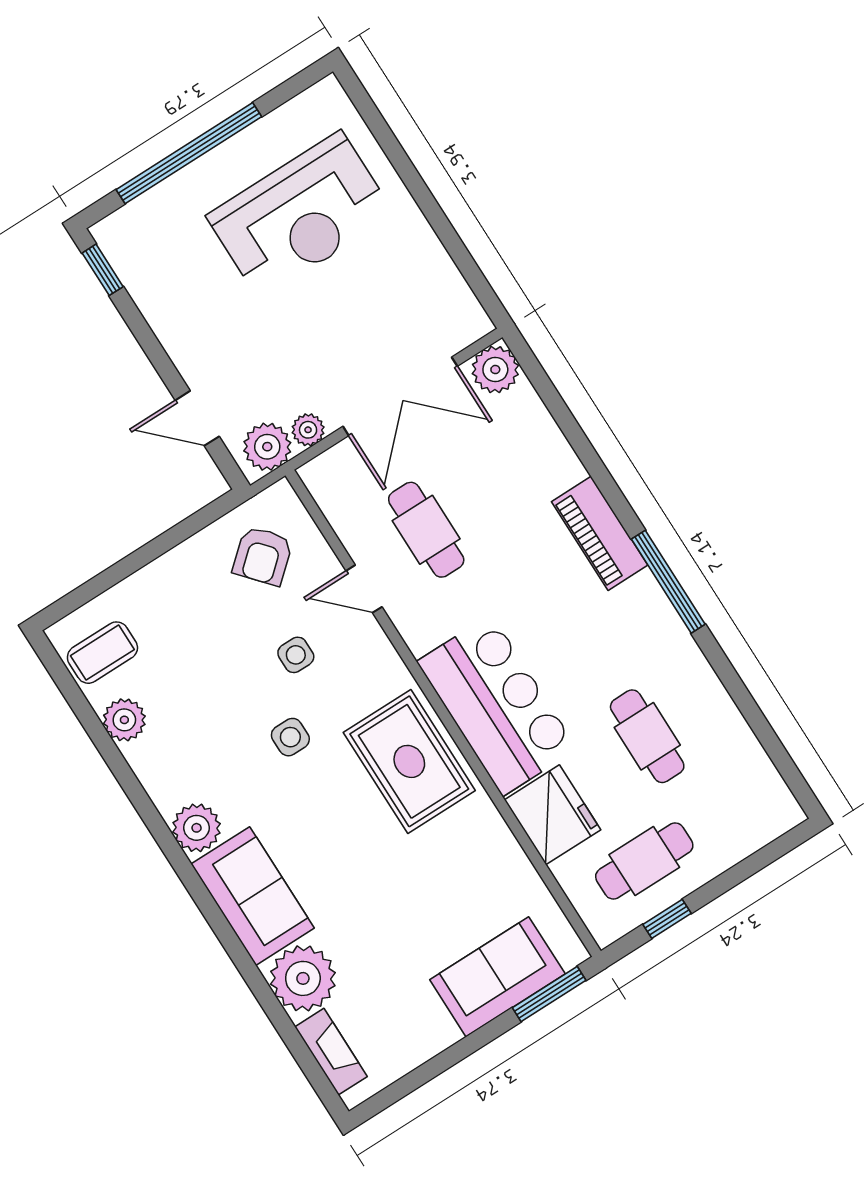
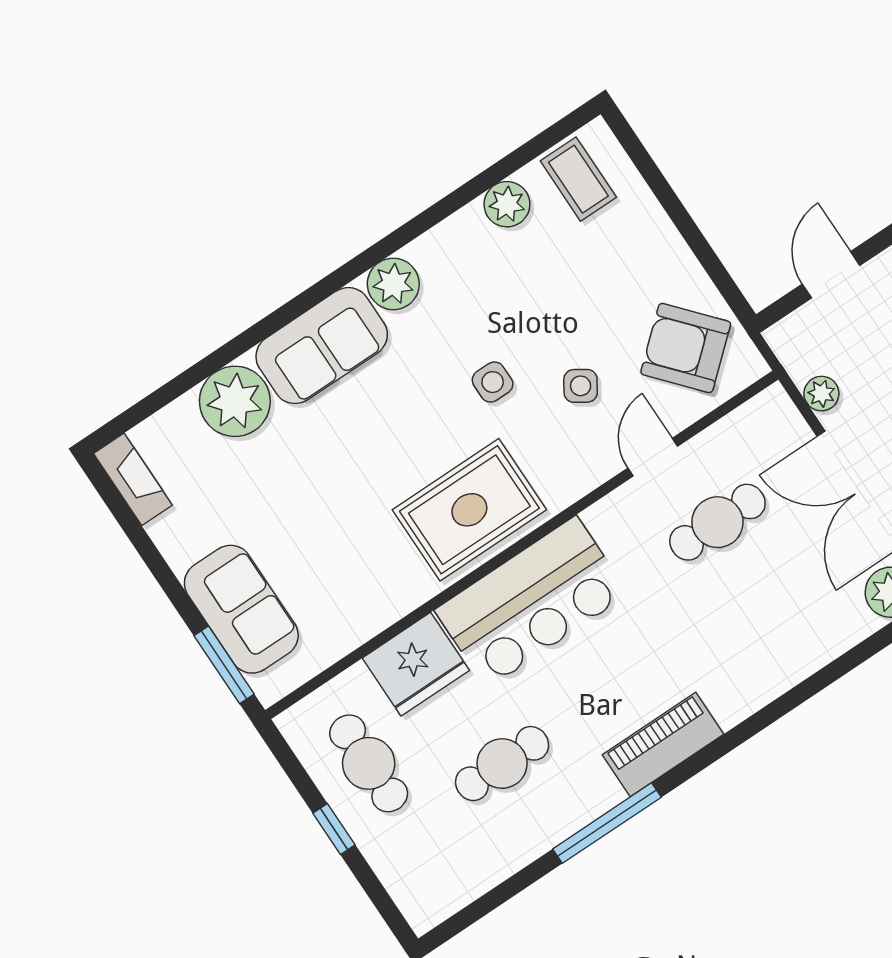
plant: (267, 447) -> (802, 350), removed
piano: (600, 533) -> (663, 744), moved
armchair: (263, 556) -> (686, 348), width x1.38, depth x1.38
window: (668, 582) -> (607, 823), moved
side table: (296, 655) -> (581, 386), turned 33
window: (667, 919) -> (334, 829), moved
fireplace: (331, 1052) -> (133, 479), moved, turned -90

